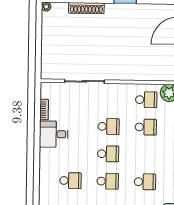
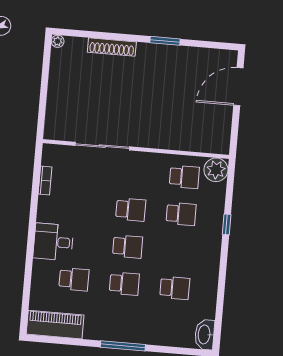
desk: (54, 134) -> (53, 242), moved

